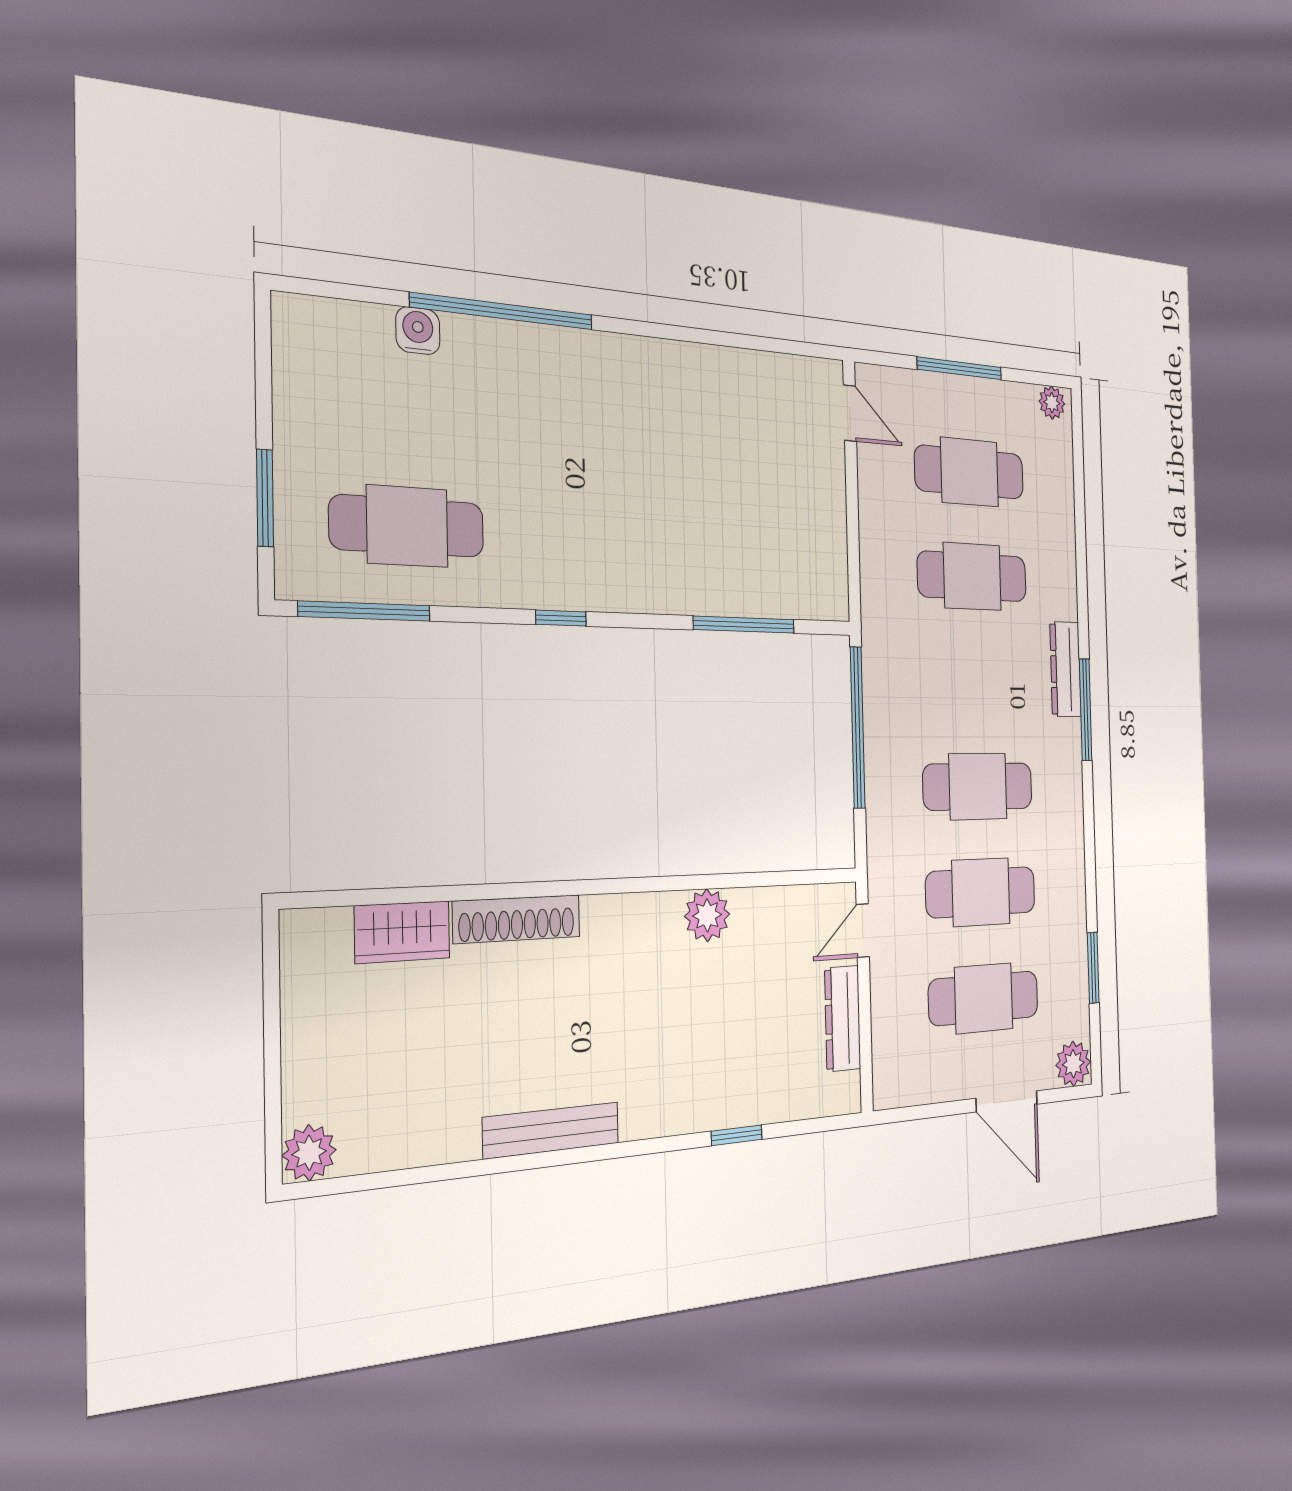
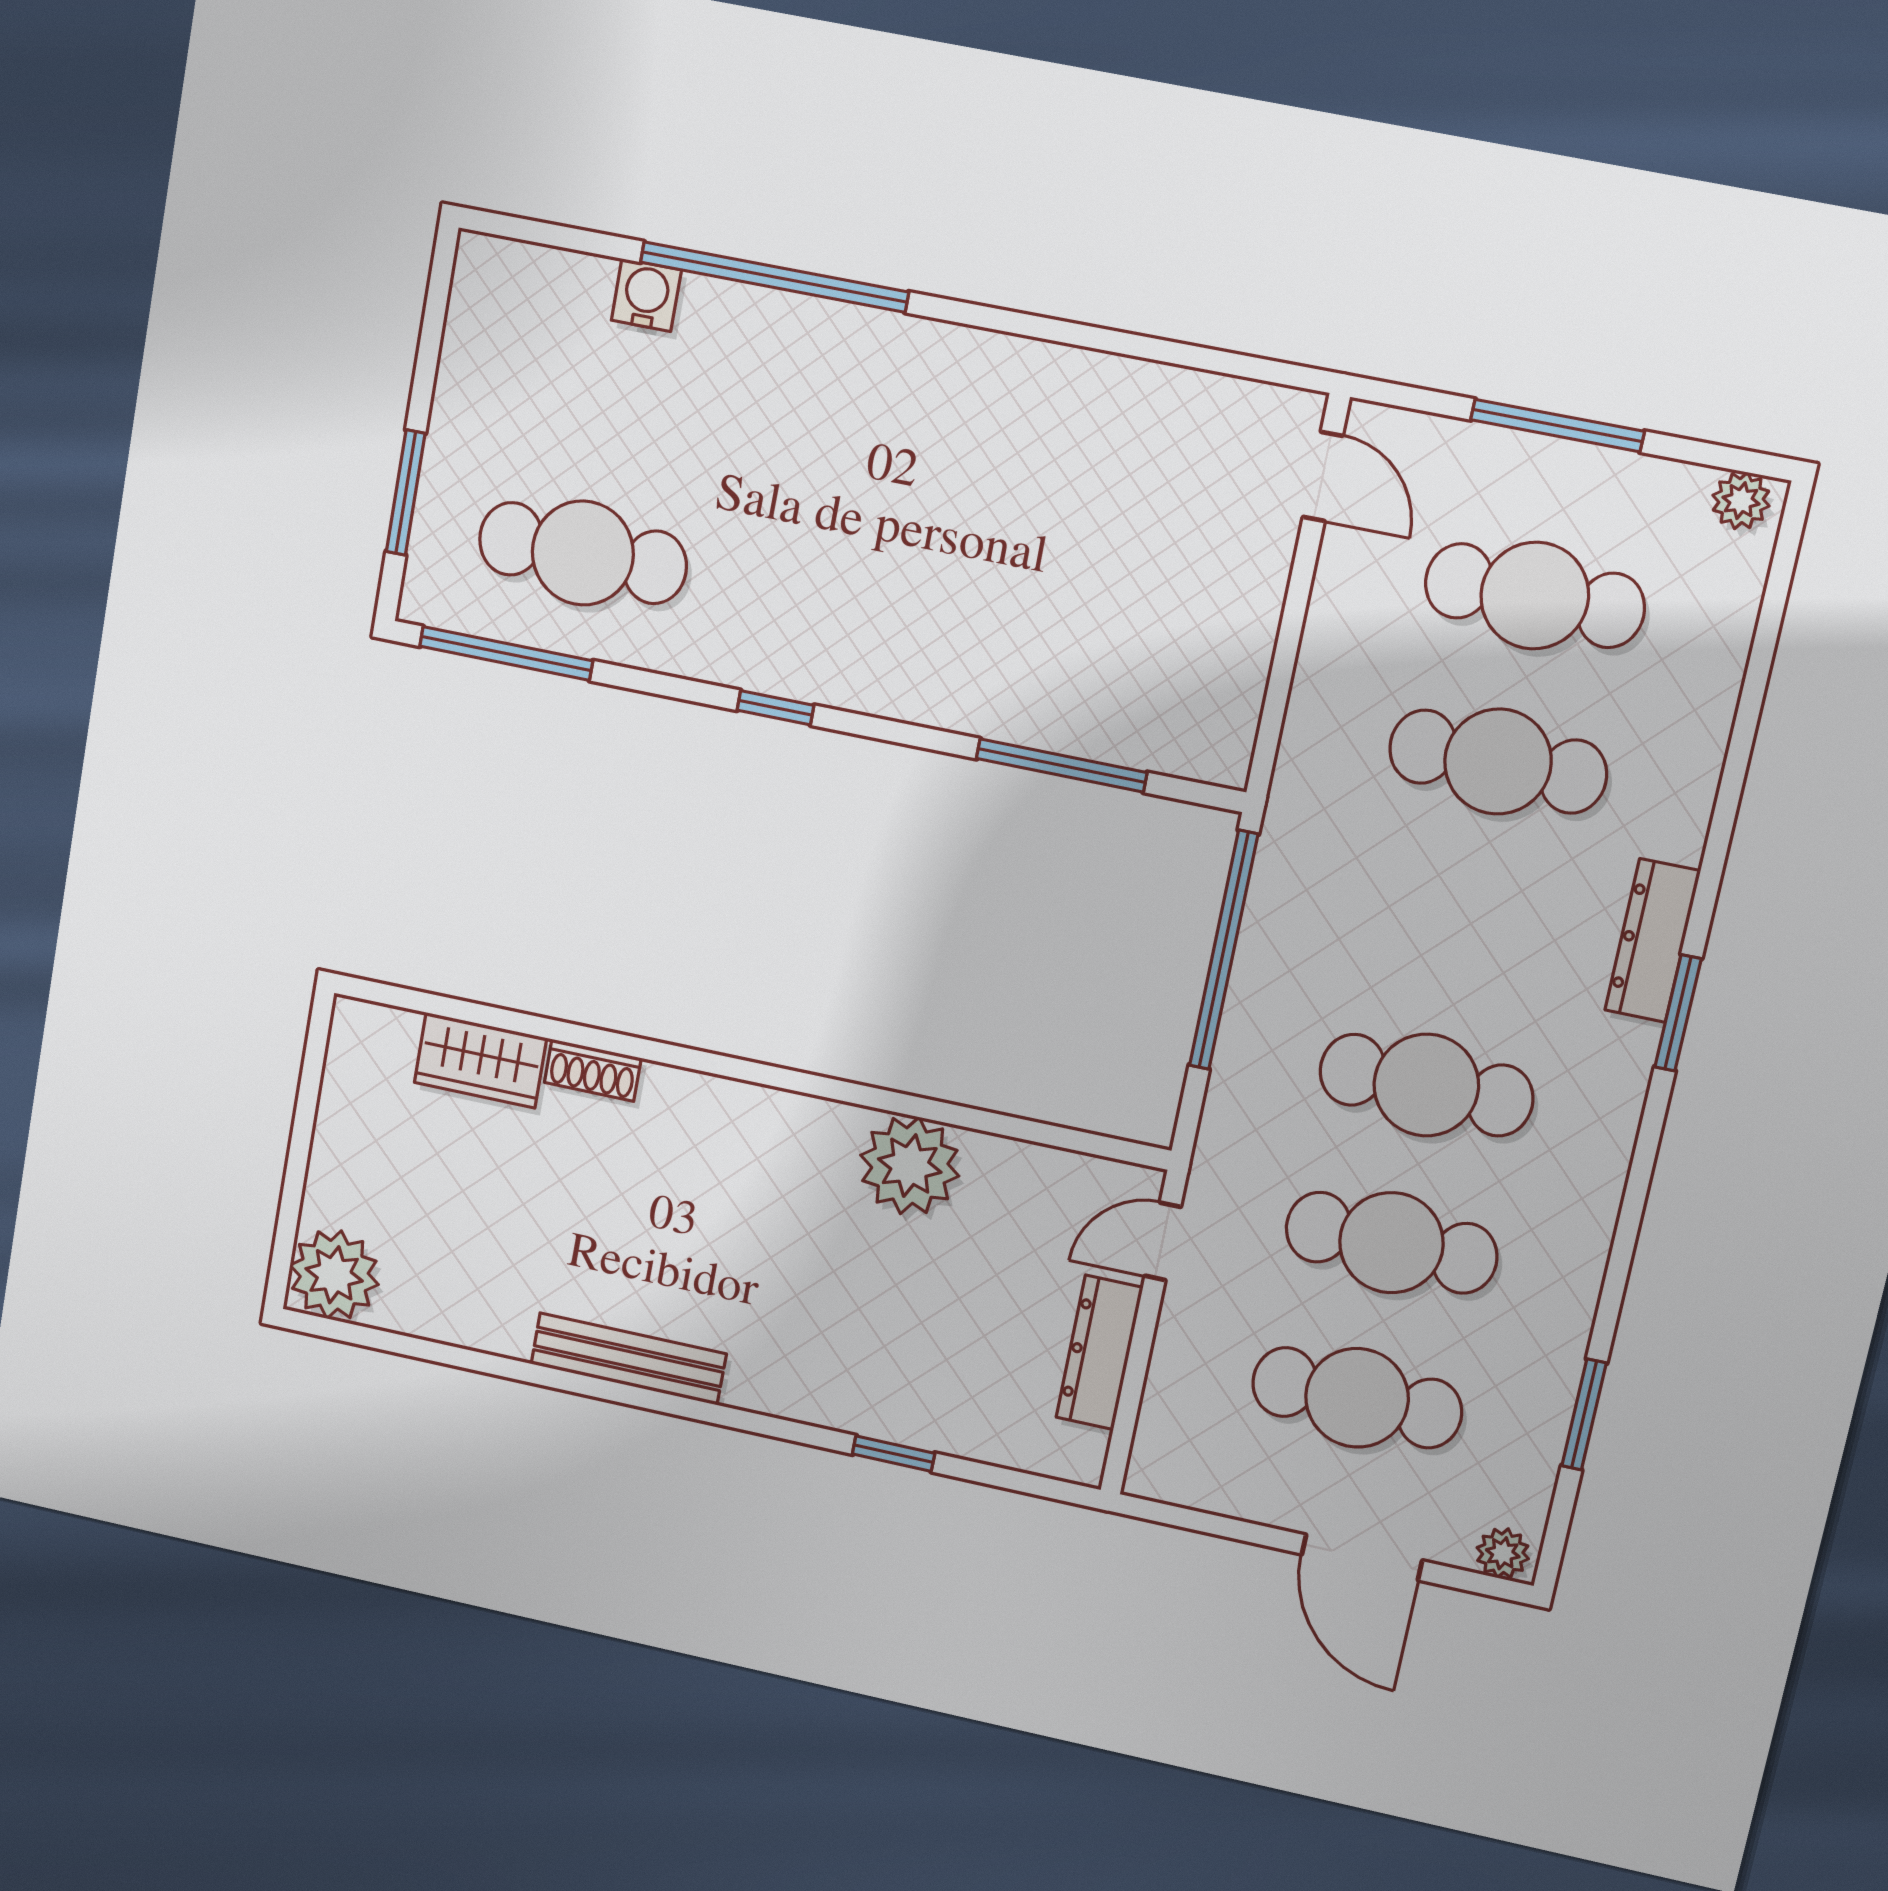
window: (1086, 710) -> (1678, 1013), width x0.69
plant: (707, 915) -> (910, 1166), width x1.36, depth x1.36
shoe rack: (517, 919) -> (593, 1070), width x0.51, depth x0.81
plant: (1073, 1064) -> (1503, 1553), width x0.73, depth x0.73
plant: (309, 1153) -> (334, 1275), width x1.36, depth x1.36

